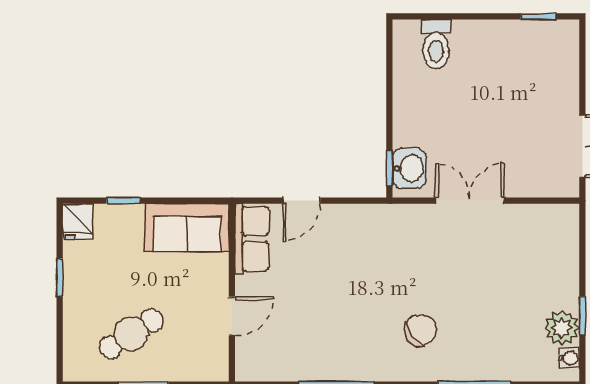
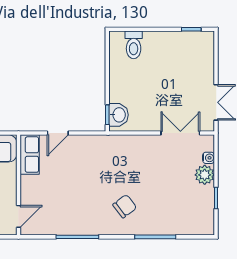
double door: (470, 201) -> (180, 133), moved
door: (232, 316) -> (18, 216), moved
plant: (562, 328) -> (205, 175), moved
water cooler: (569, 358) -> (209, 158), moved

